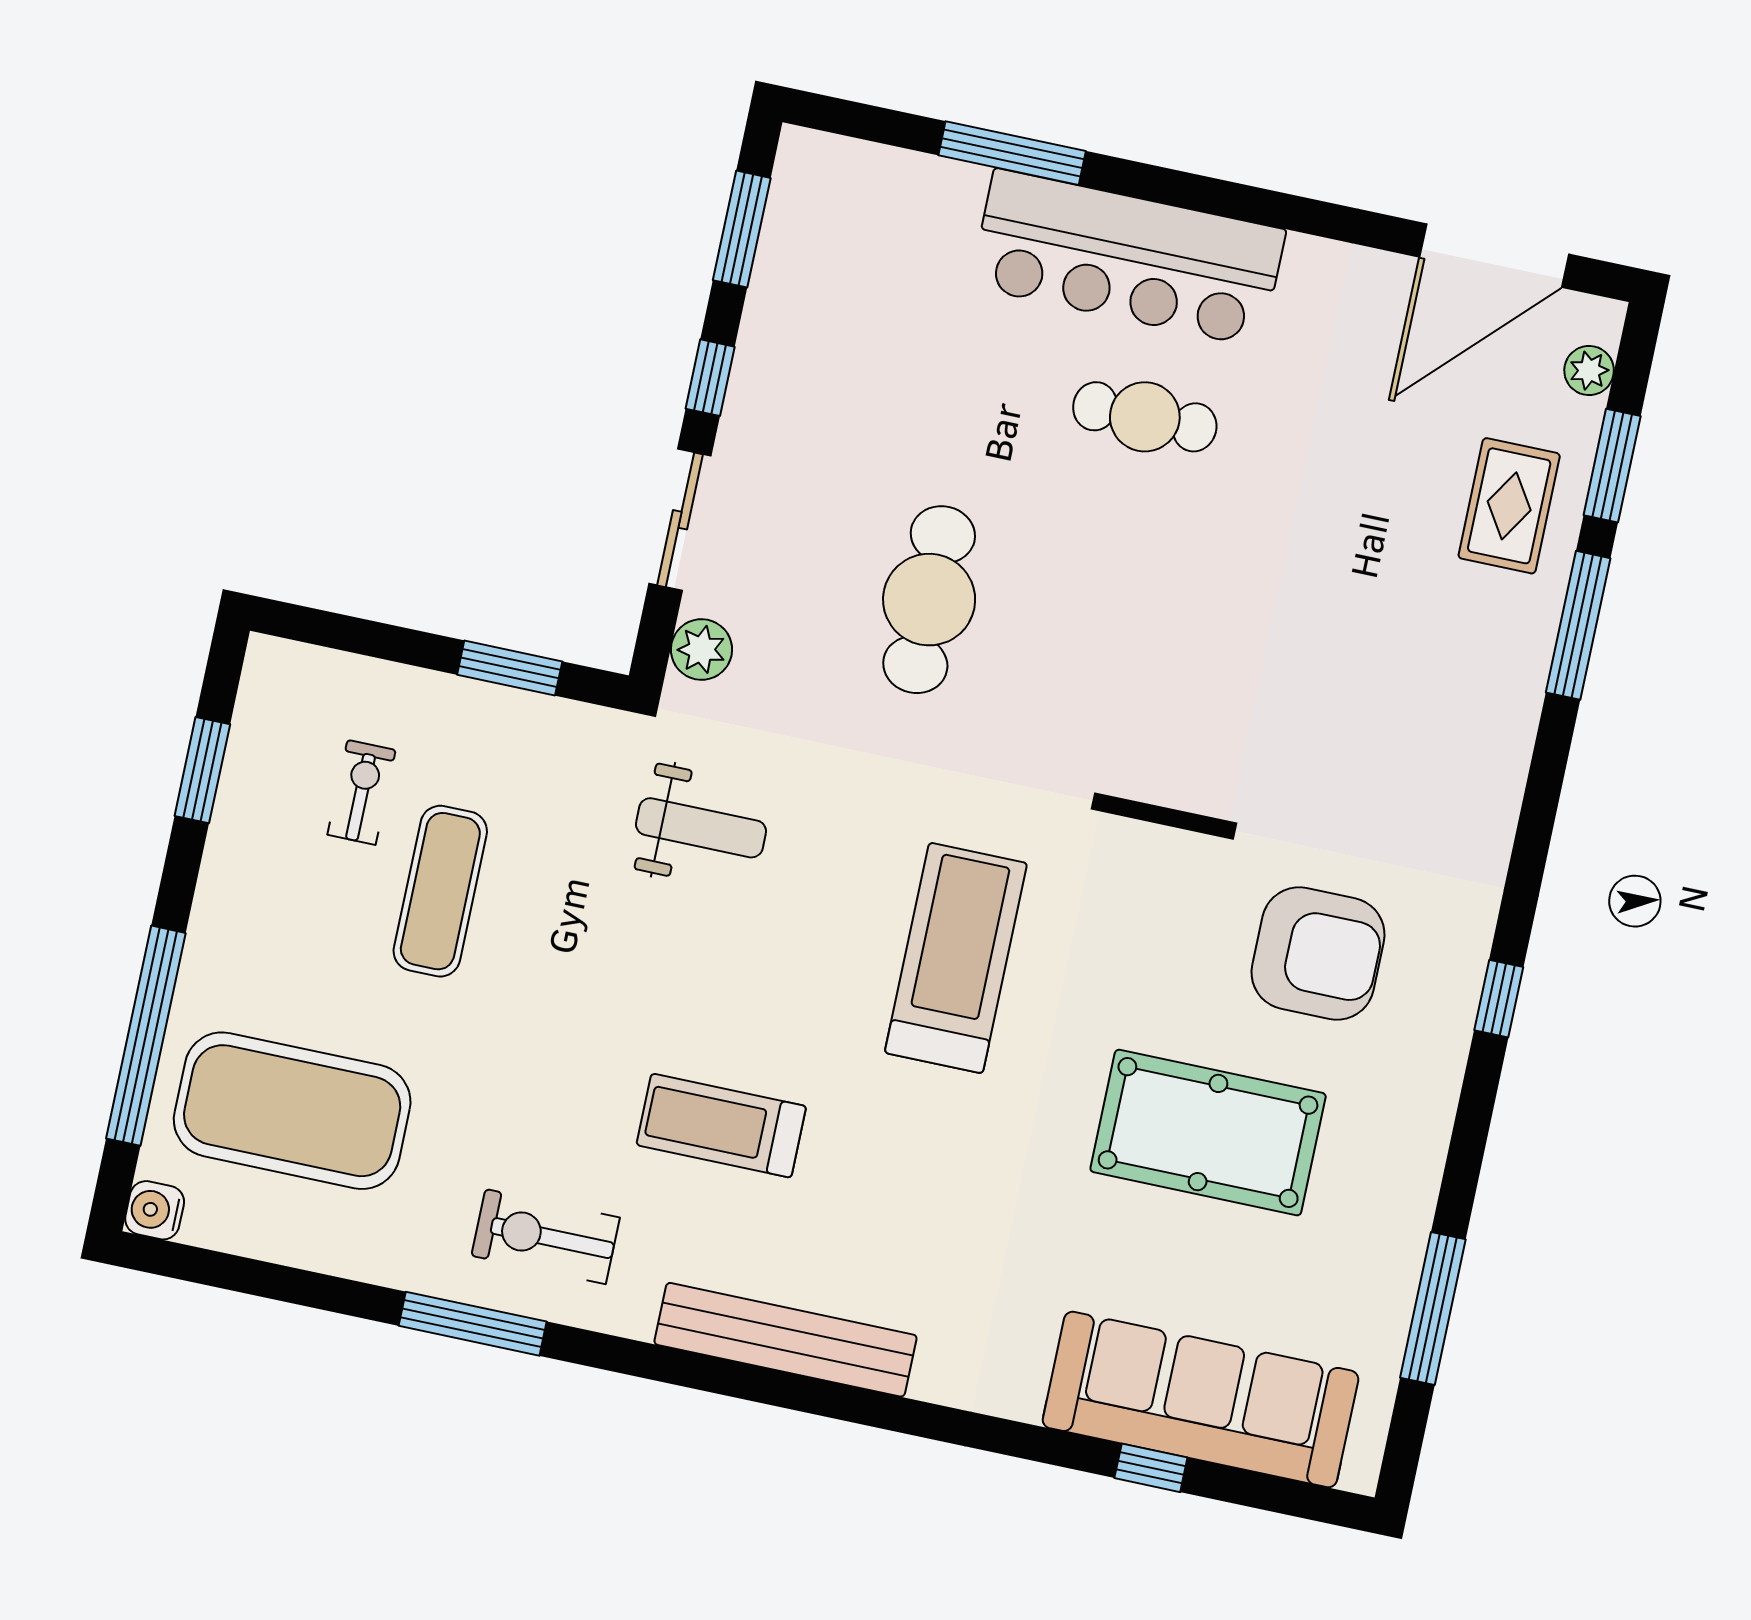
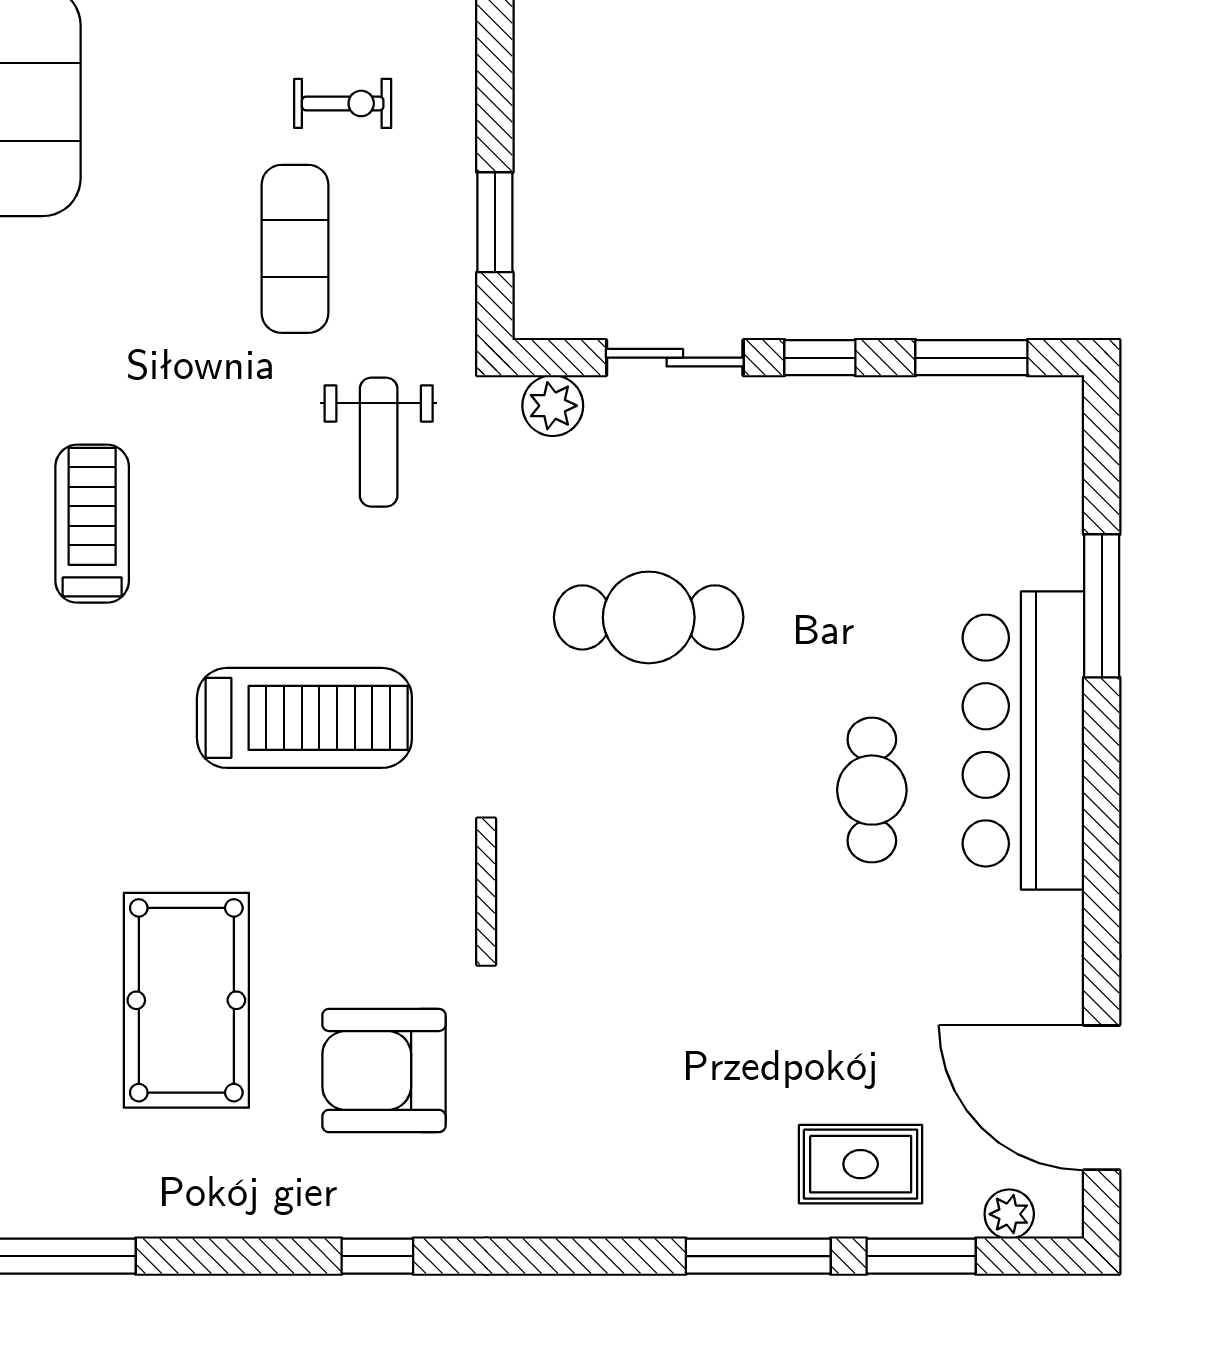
exercise mat: (440, 891) -> (295, 249), moved, turned 90
armchair: (1318, 953) -> (384, 1070), turned 90

